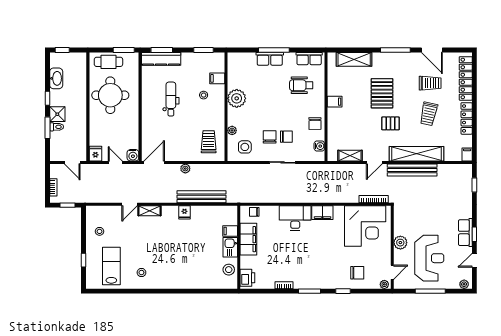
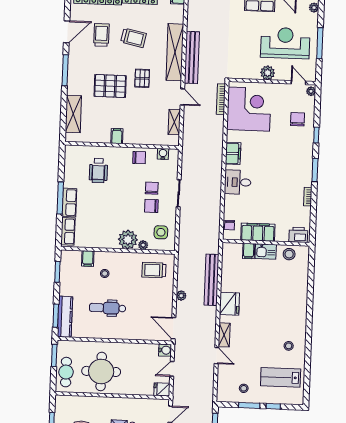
row of seats: (309, 59) -> (68, 231), moved
plant: (237, 98) -> (128, 240), moved
fridge: (184, 212) -> (229, 304), width x1.88, depth x1.34
desk: (295, 218) -> (238, 182), width x0.73
window: (83, 237) -> (249, 405), added

